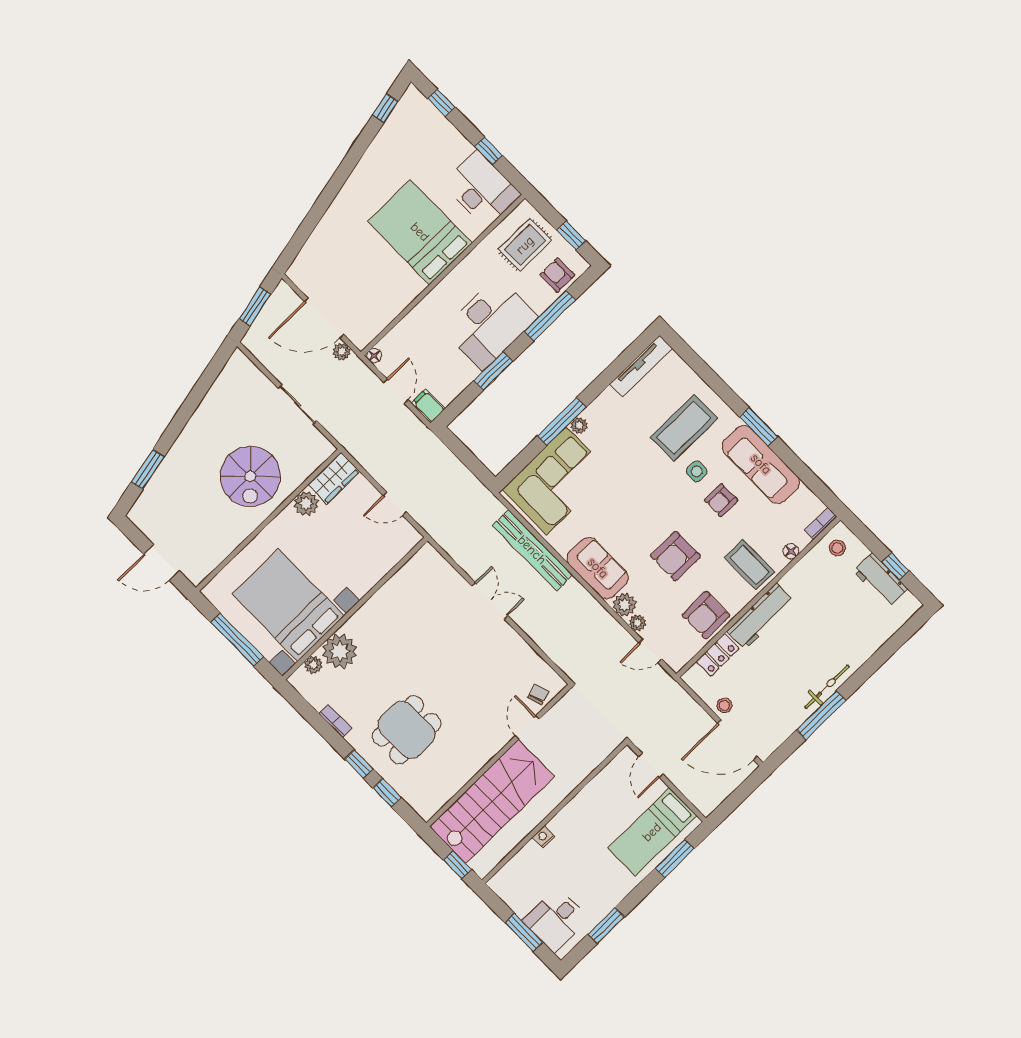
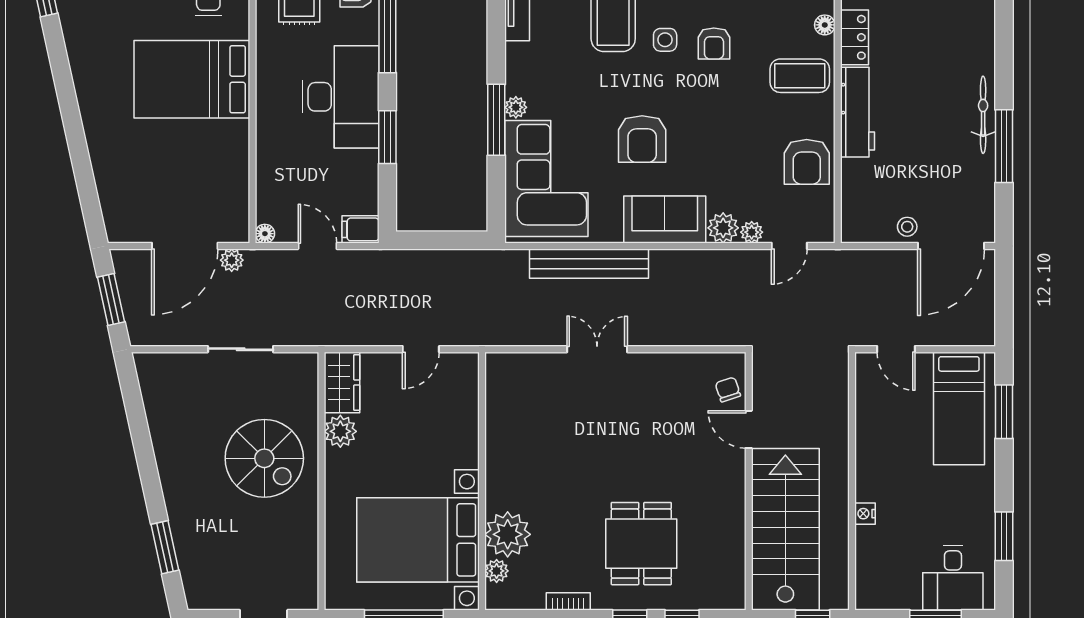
armchair: (676, 556) -> (642, 139), moved
locker: (718, 655) -> (854, 37), moved

